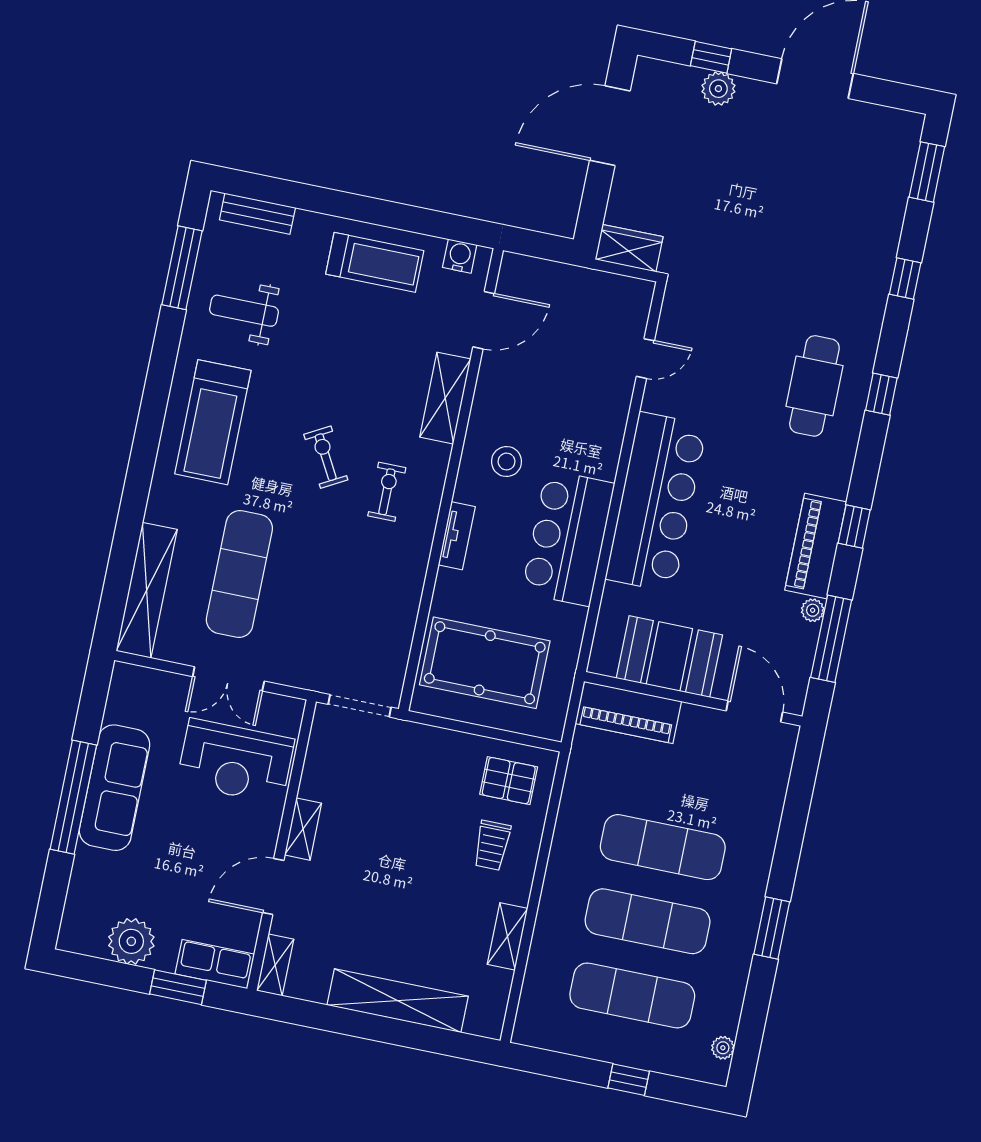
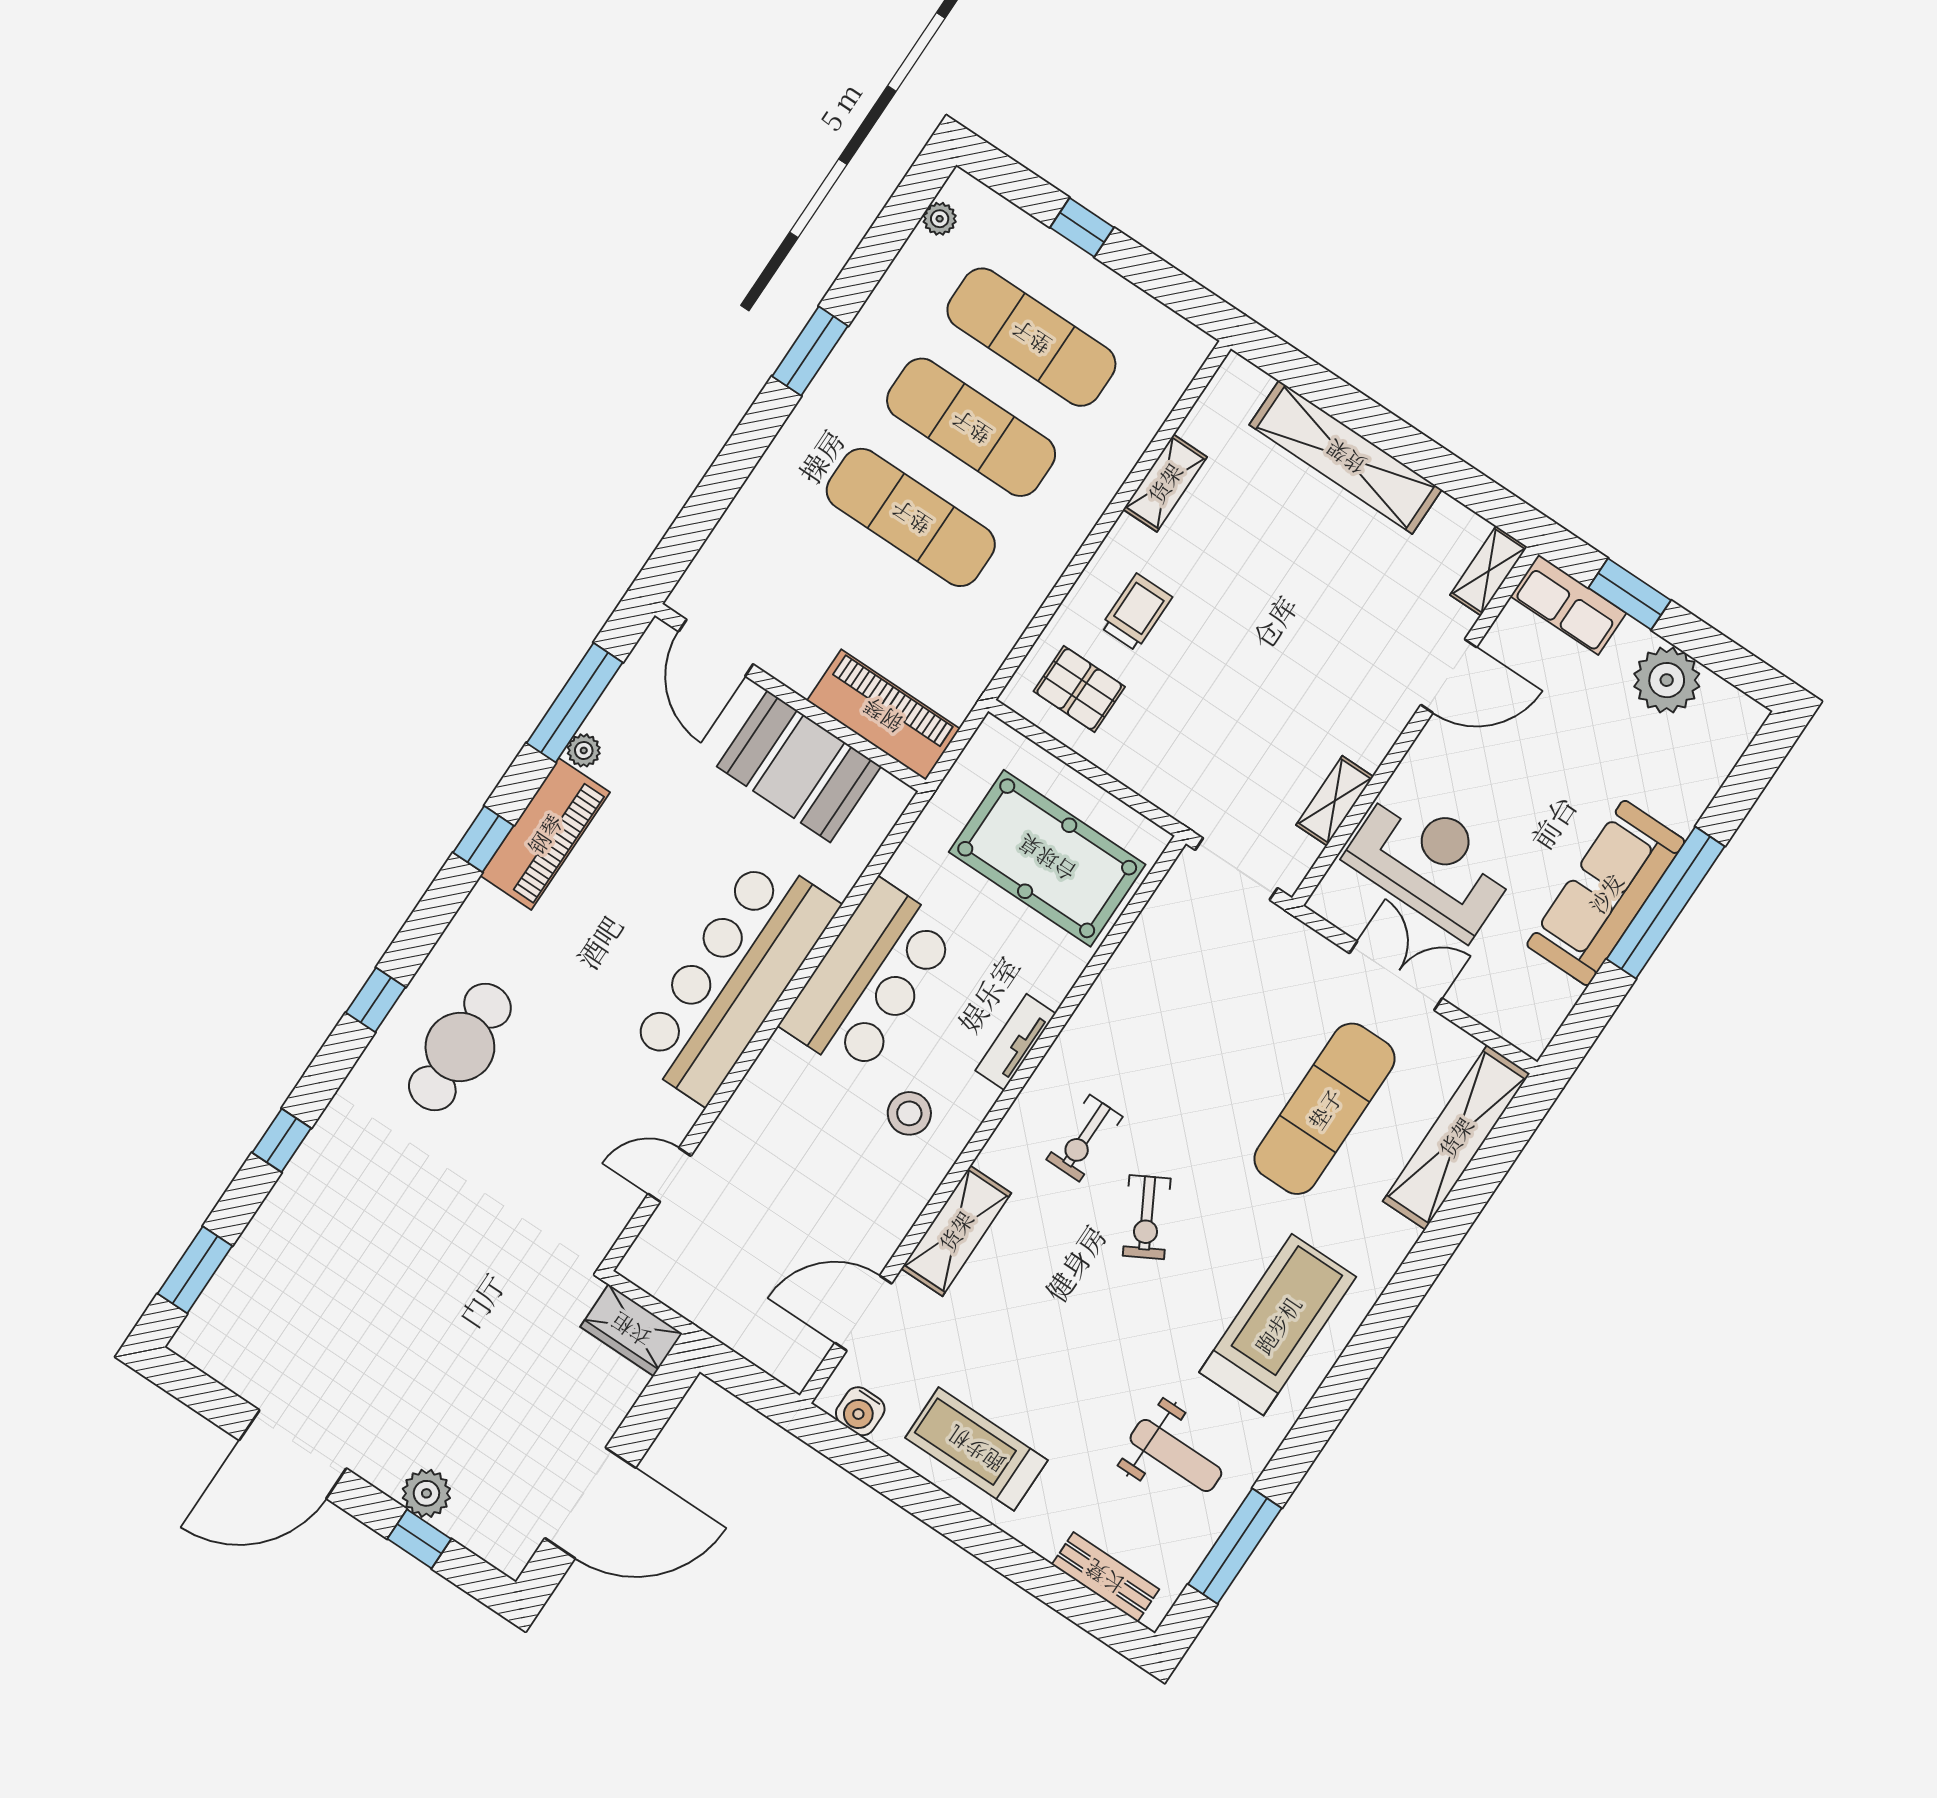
shelving: (303, 829) -> (1335, 801), moved

